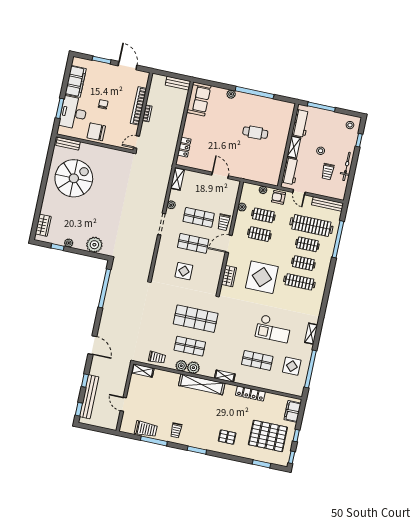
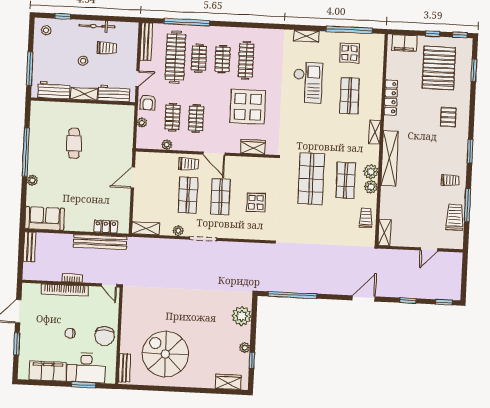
bench: (89, 397) -> (100, 242), moved

